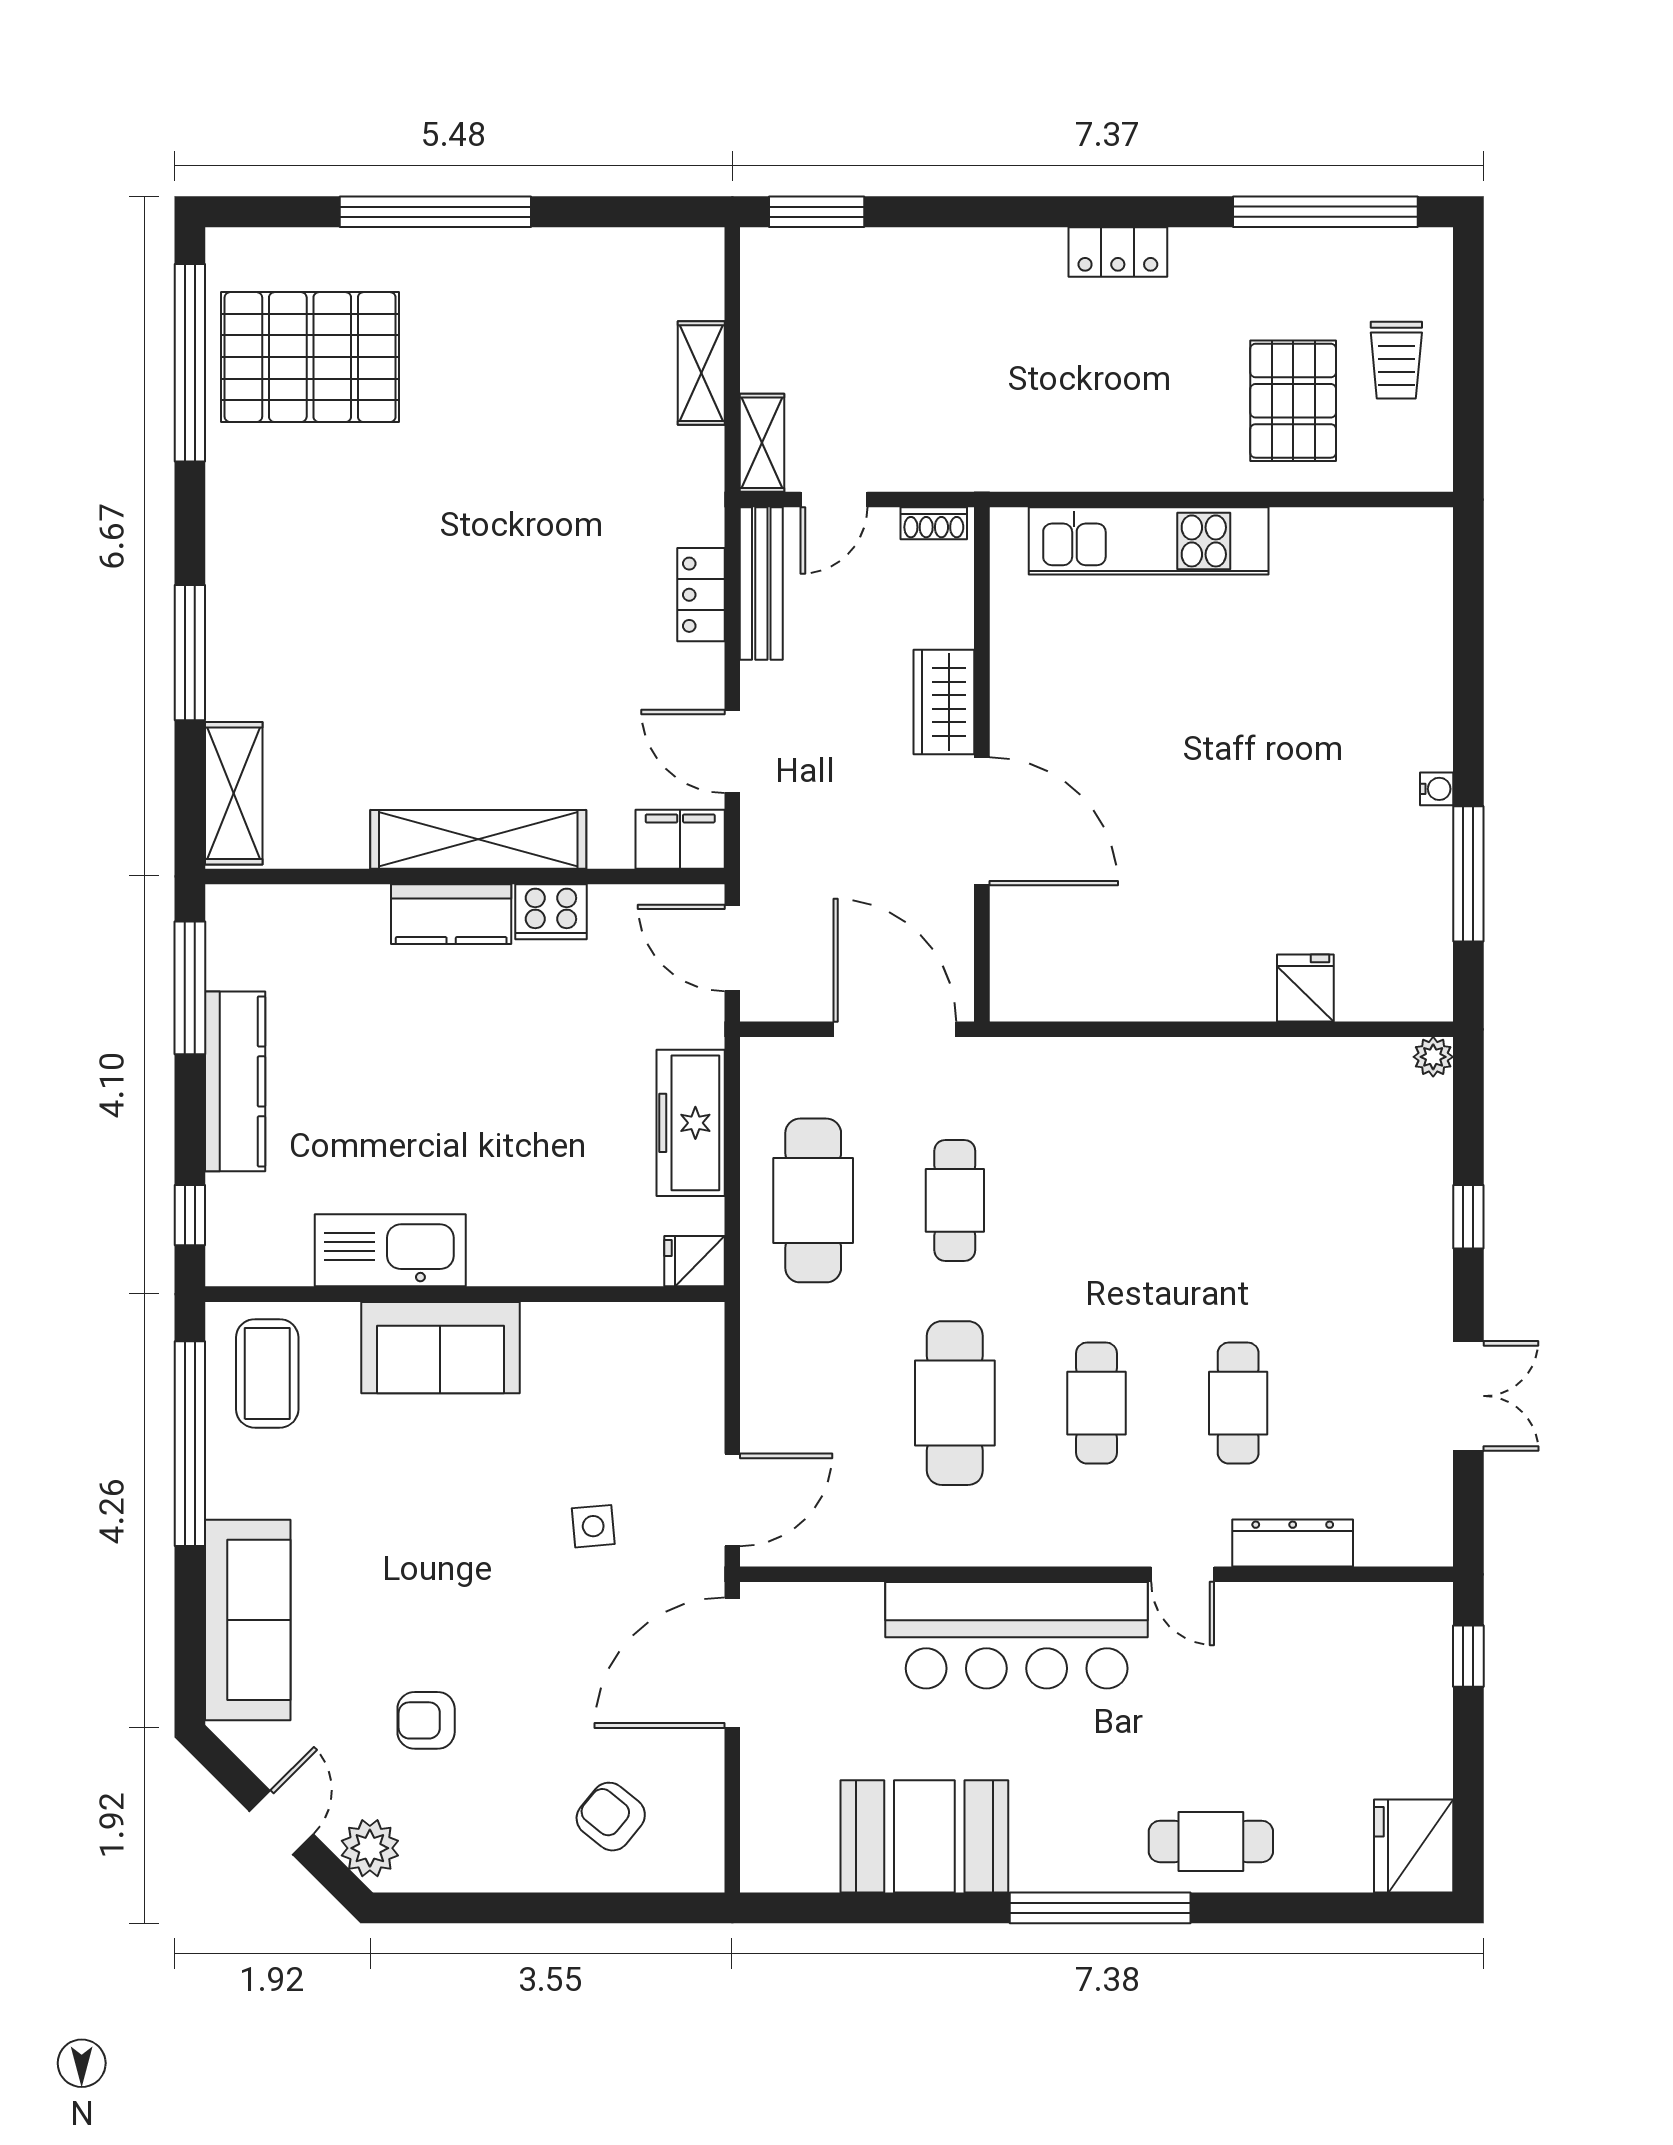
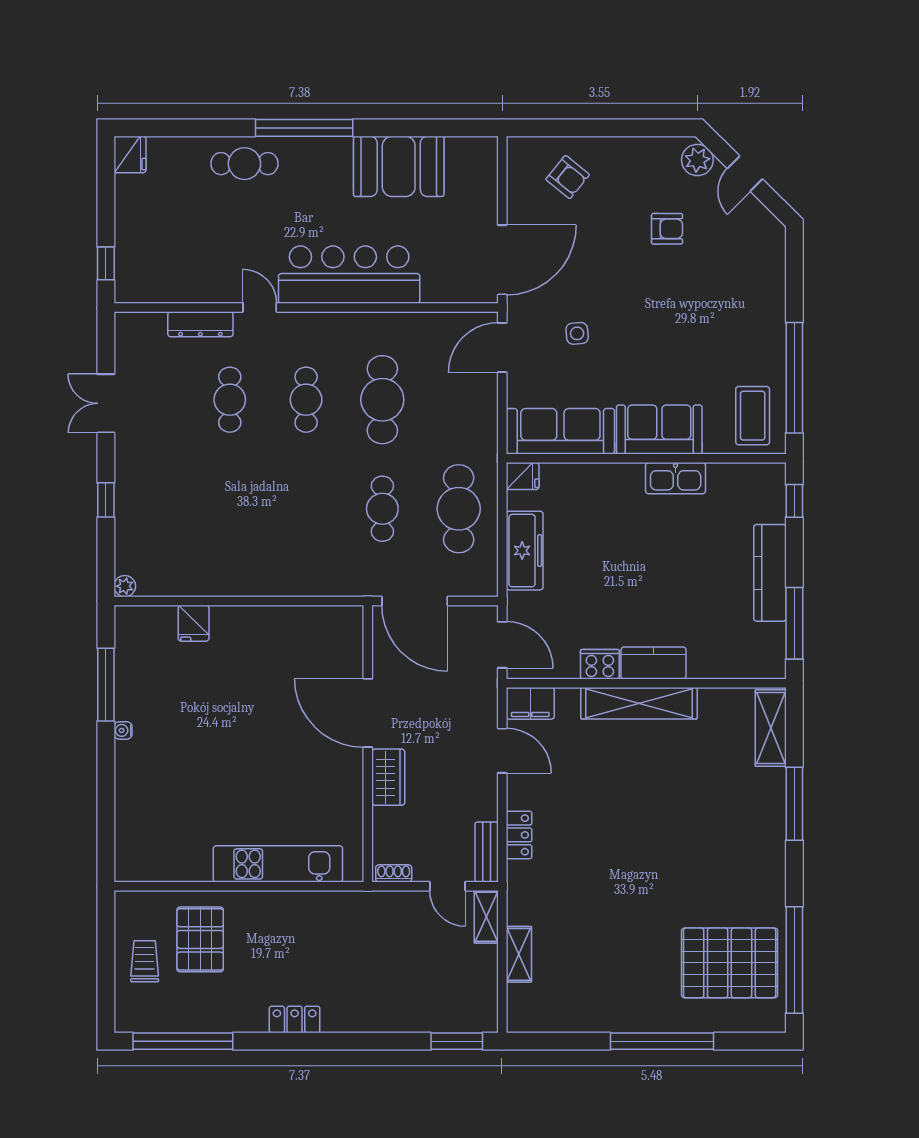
door: (834, 500) -> (447, 886), swing flipped
bench: (761, 584) -> (487, 852), width x0.73
kitchen sink: (390, 1250) -> (676, 478), width x0.73, depth x0.81
sofa: (248, 1620) -> (560, 431), moved, turned 90
fridge: (1414, 1846) -> (130, 154), width x0.73, depth x0.75

